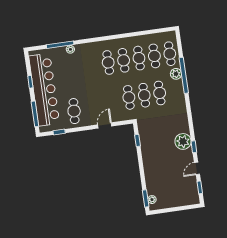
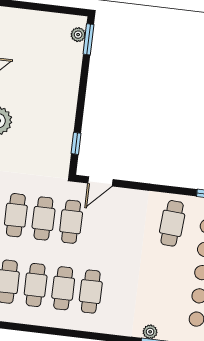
door: (105, 125) -> (100, 181), moved

